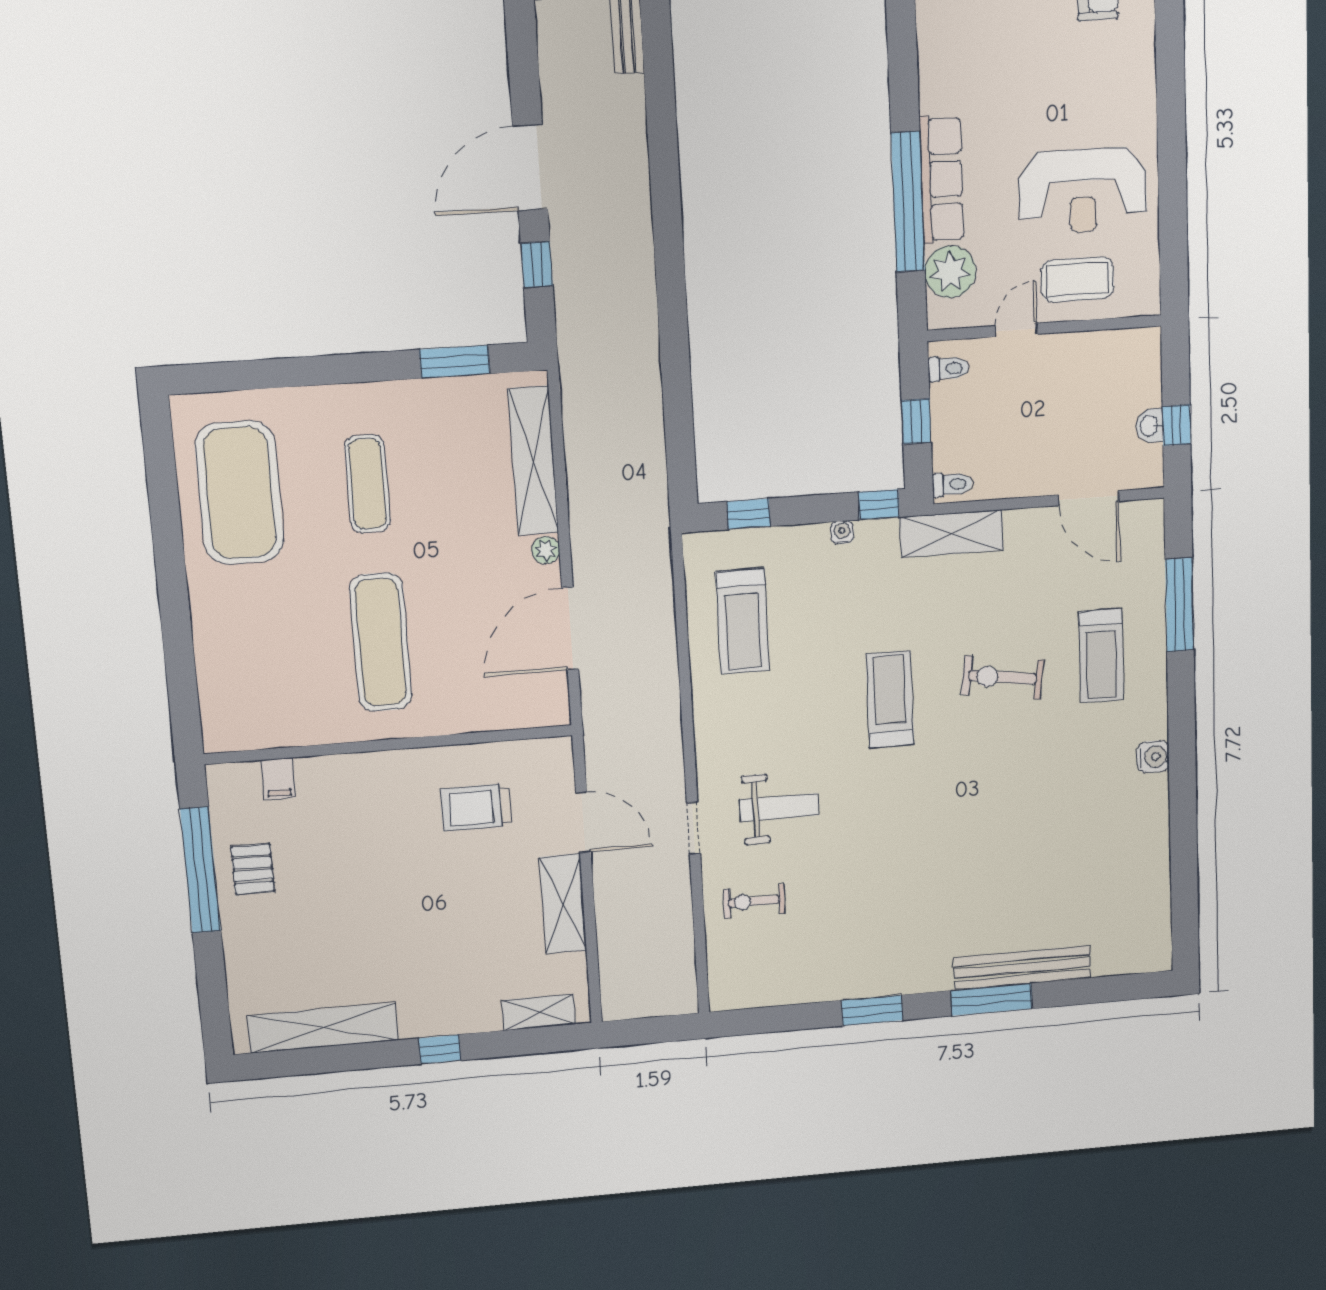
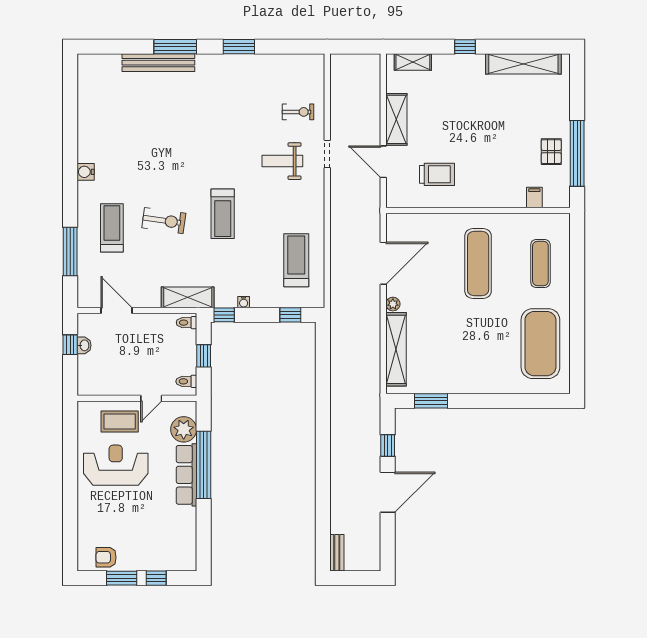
exercise mat: (367, 484) -> (540, 263), moved

